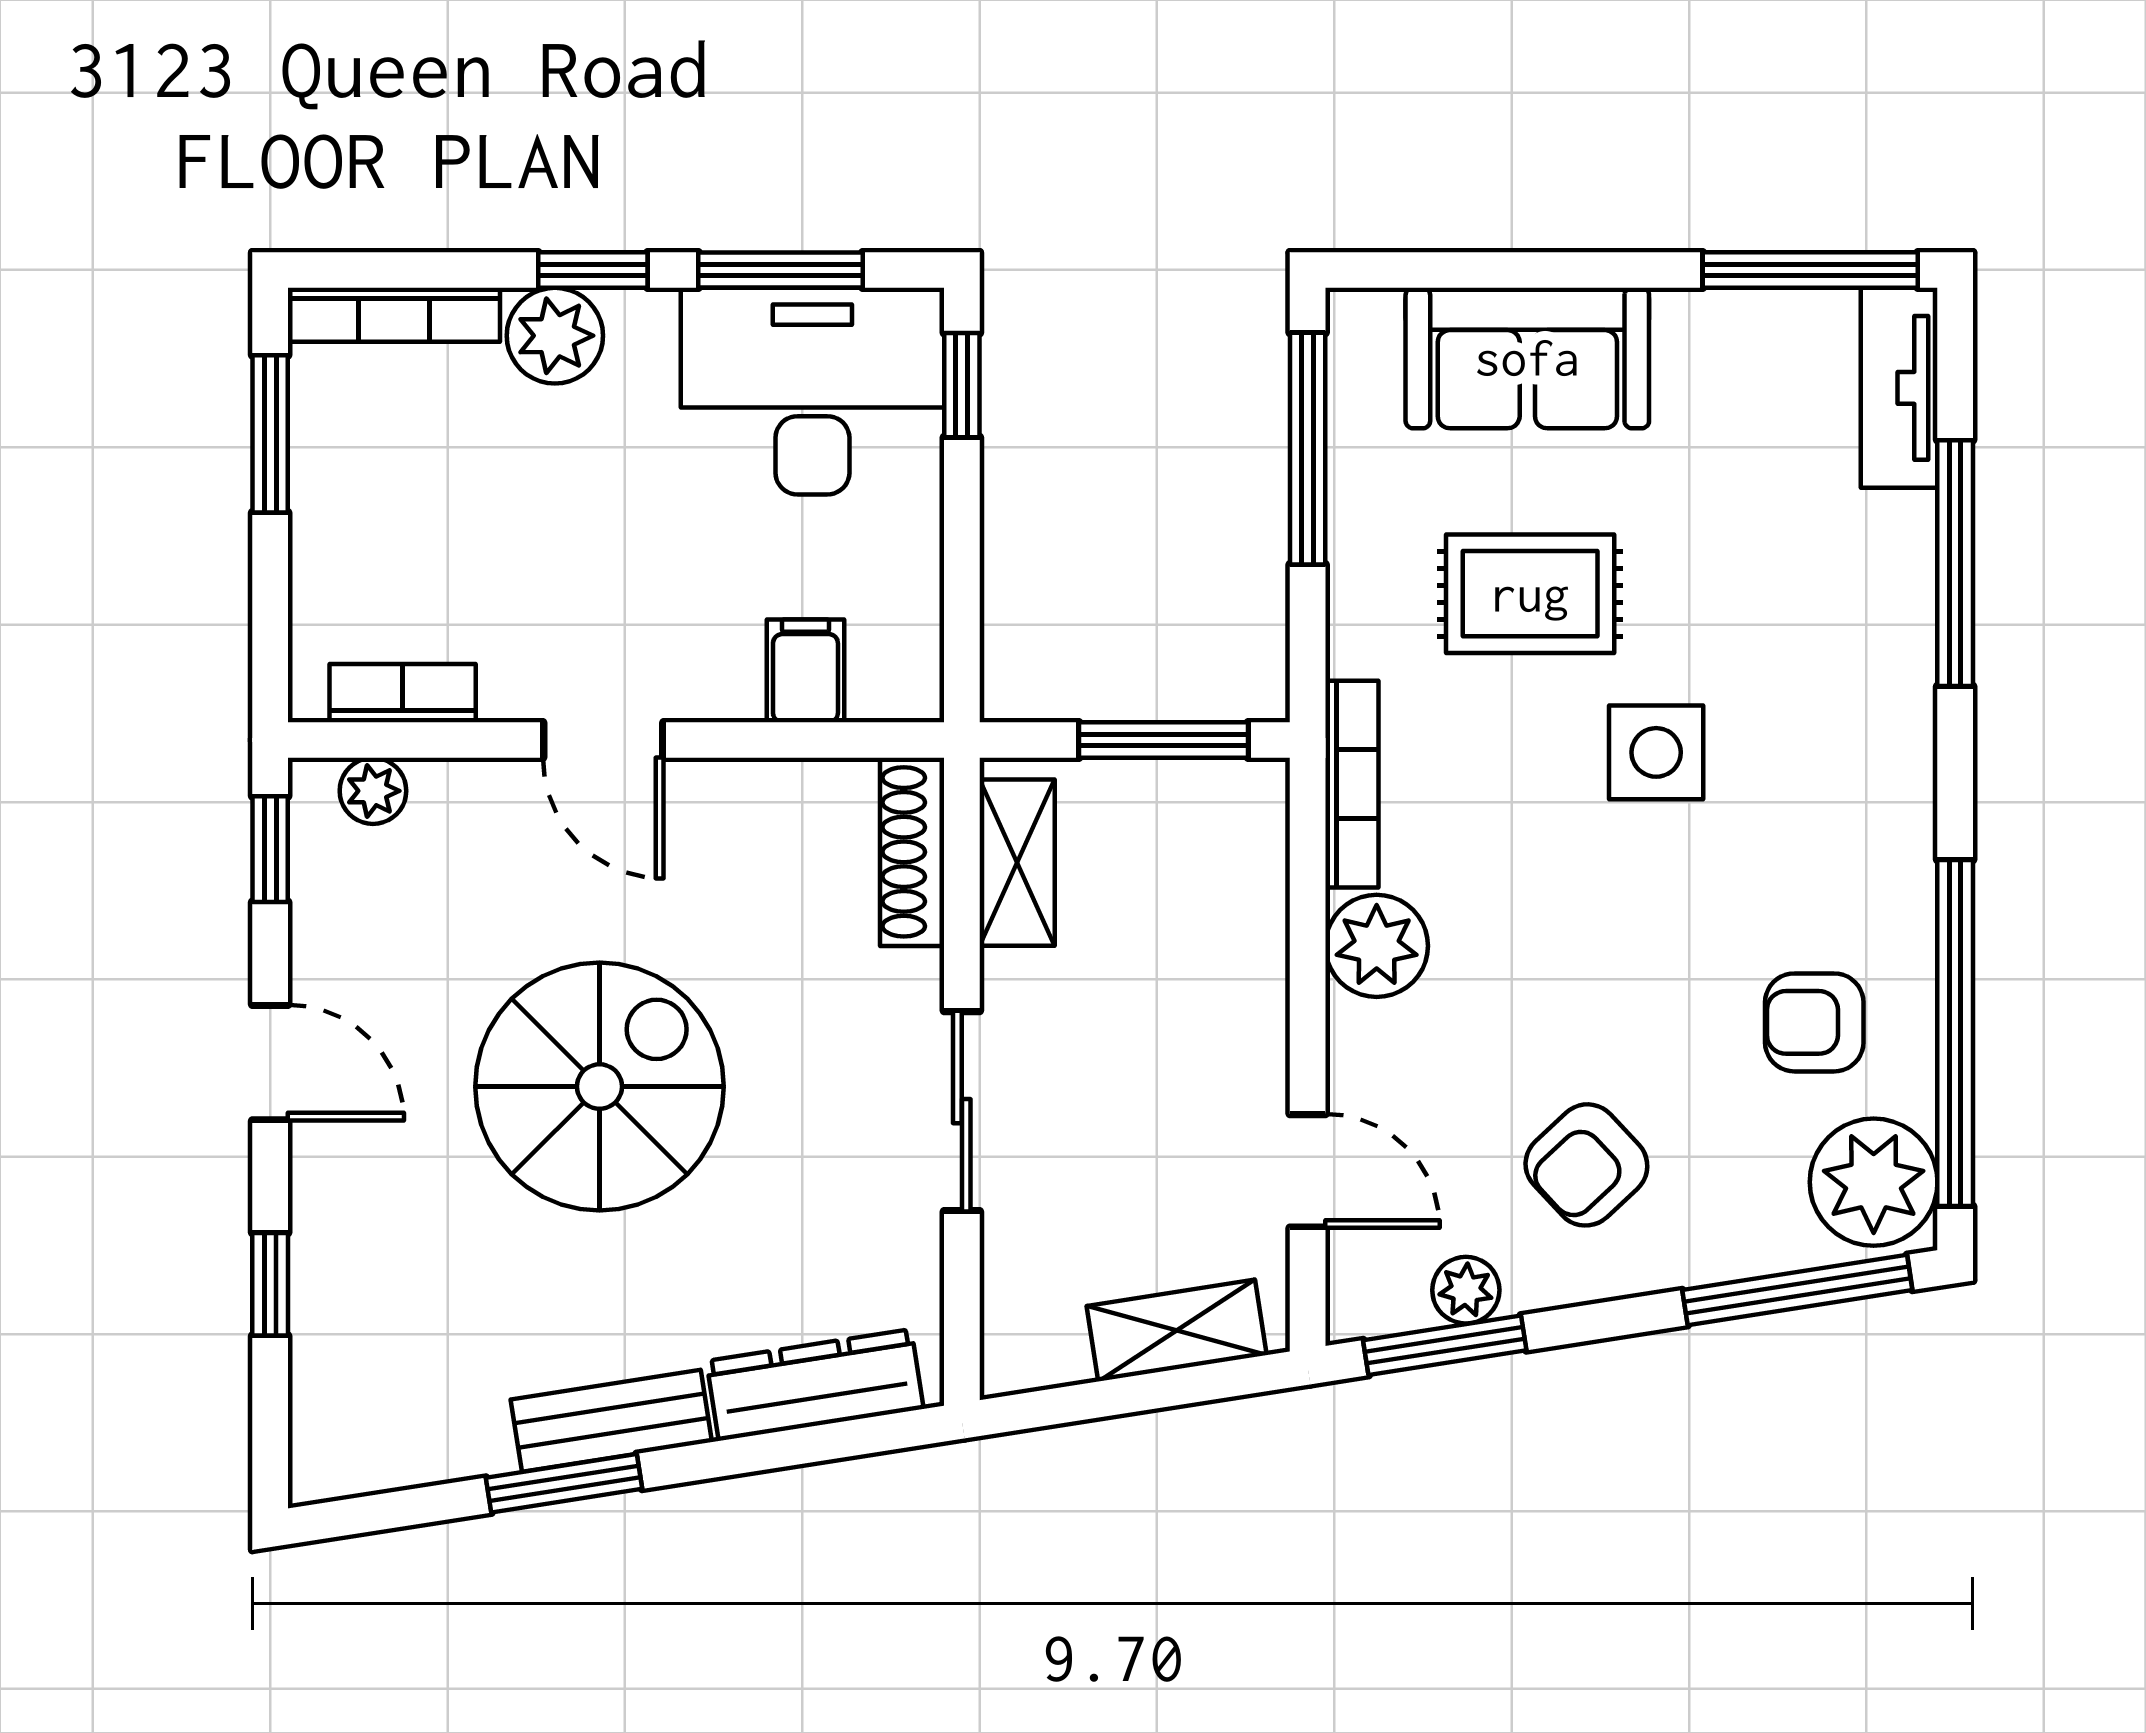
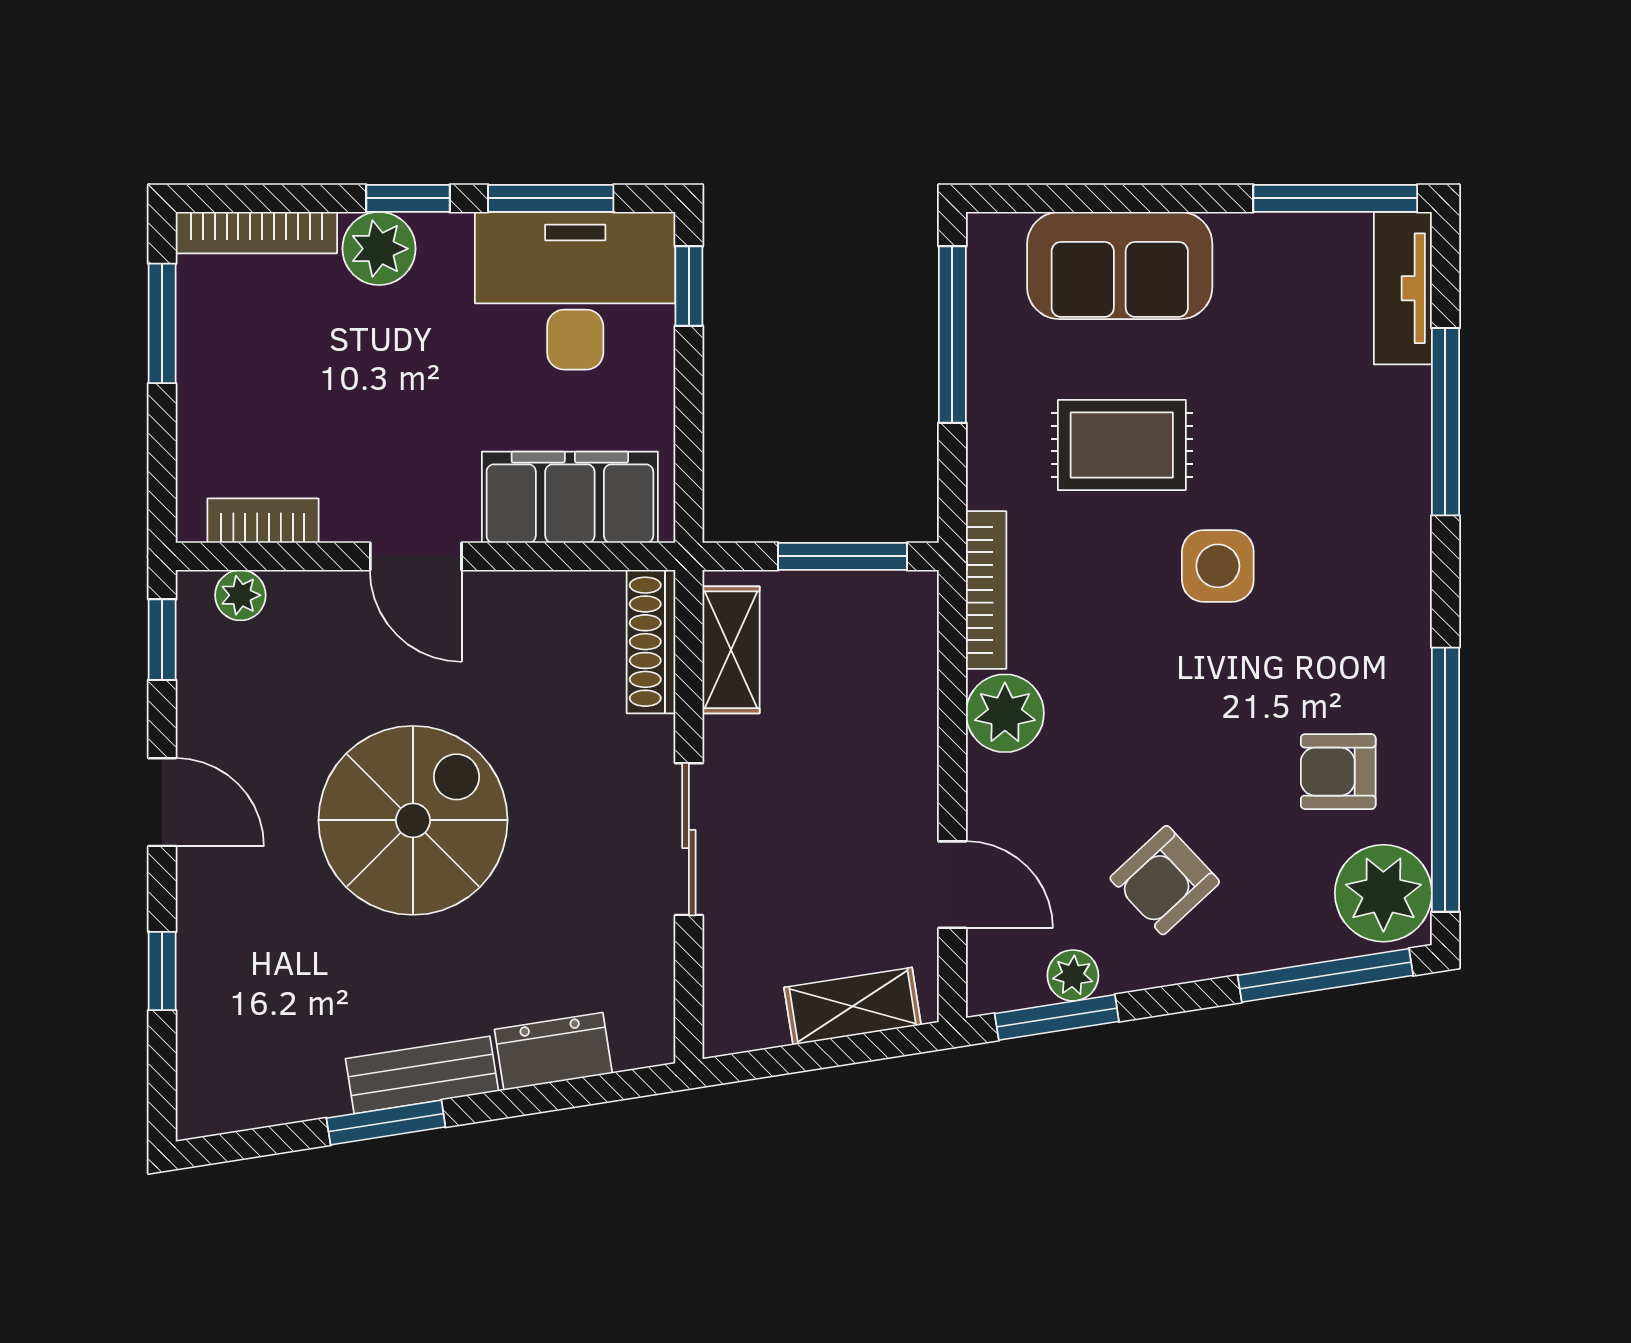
filing cabinet: (805, 671) -> (570, 497), width x3.00, depth x1.17
dresser: (815, 1385) -> (553, 1051), width x0.70

